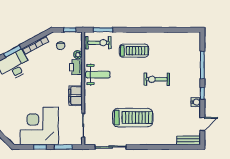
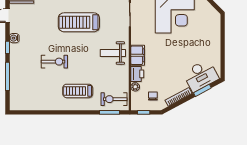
weight bench: (98, 75) -> (113, 53), moved
filing cabinet: (75, 96) -> (138, 55), moved

